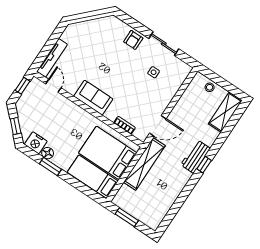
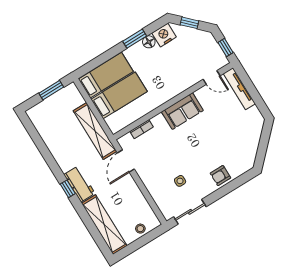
armchair: (133, 40) -> (220, 176), turned -90
sliding door: (164, 44) -> (190, 212), moved
shelving: (225, 112) -> (104, 225), width x1.47
bed: (108, 153) -> (119, 95), width x0.67

